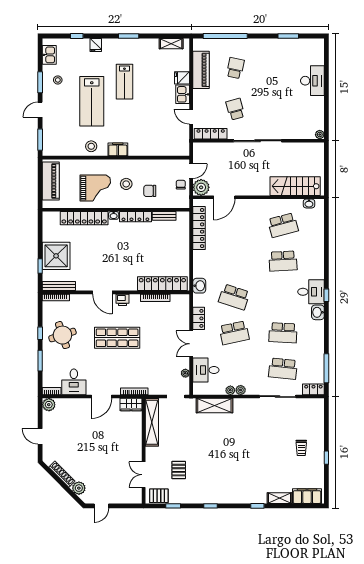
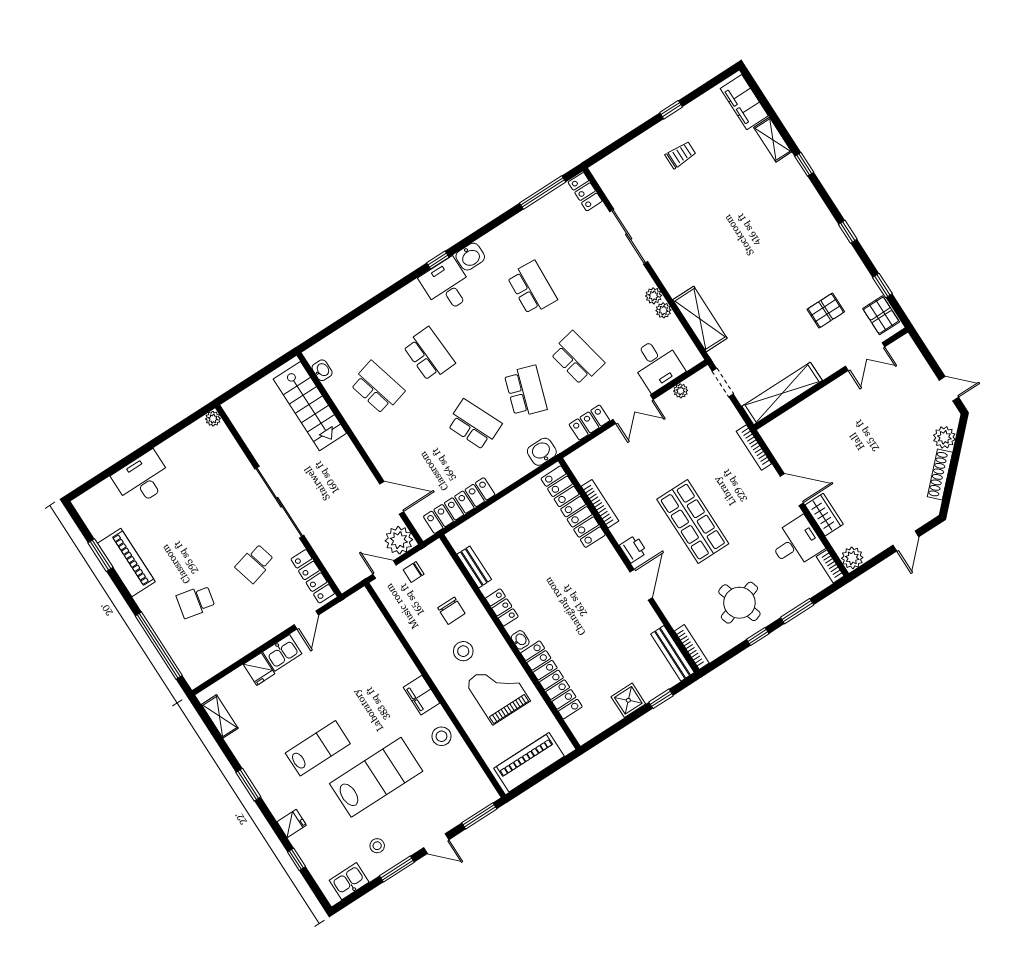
piano: (201, 70) -> (126, 562), moved, turned 90
locker: (135, 217) -> (502, 607), width x0.66
shower: (56, 256) -> (628, 700), width x0.54, depth x0.54
school desk: (283, 369) -> (474, 424), moved, turned -30
wardrobe: (131, 405) -> (824, 515), moved

